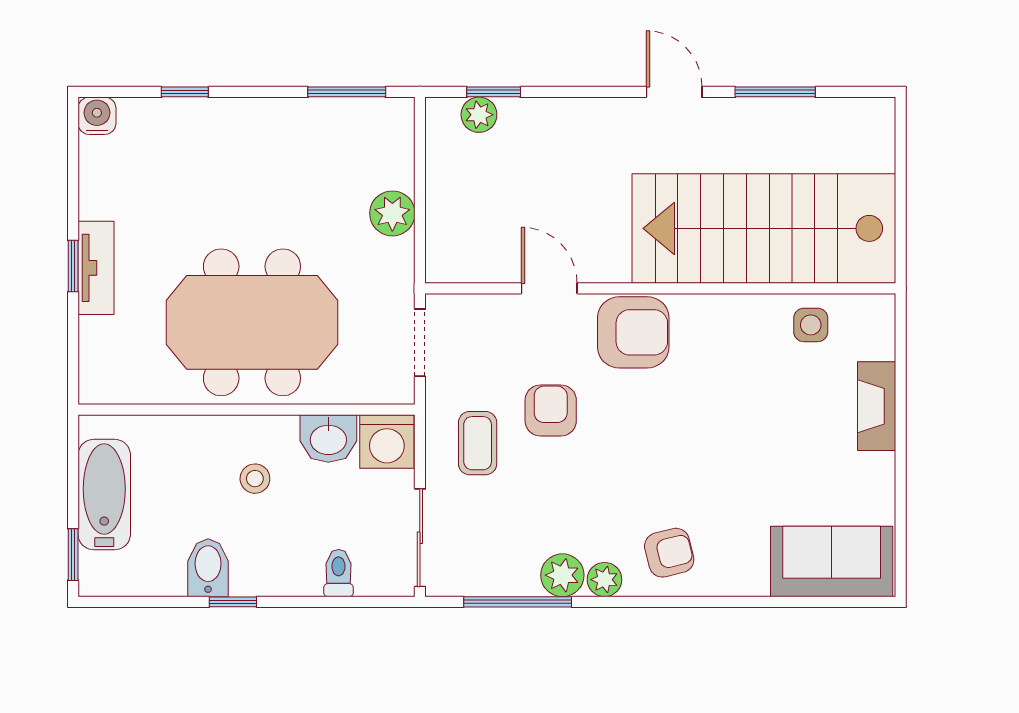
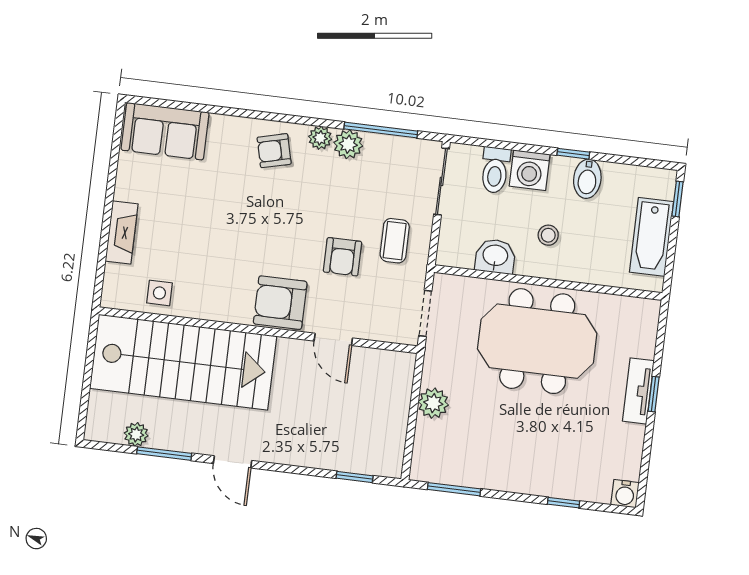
plant: (479, 115) -> (136, 434), moved
washing machine: (387, 441) -> (530, 170), moved, turned 180
toilet: (339, 573) -> (495, 170), width x1.37, depth x1.39

